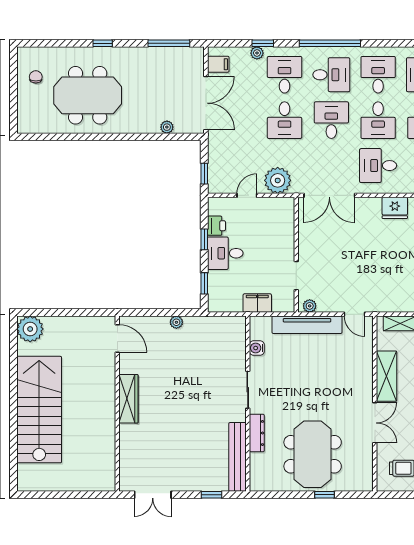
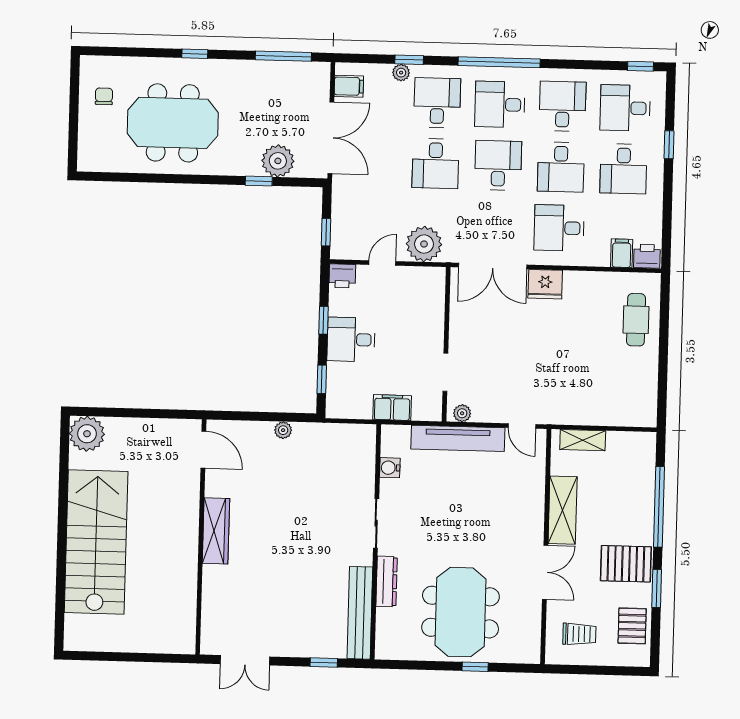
desk: (331, 75) -> (500, 104), turned 180
plant: (167, 127) -> (278, 161), width x1.88, depth x1.88
window: (153, 137) -> (259, 181), added
fridge: (395, 208) -> (545, 284), moved
printer: (216, 226) -> (342, 276), moved, turned 90

